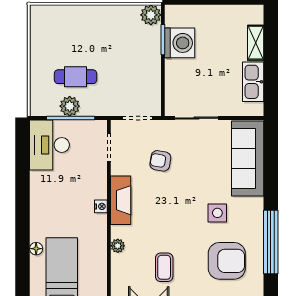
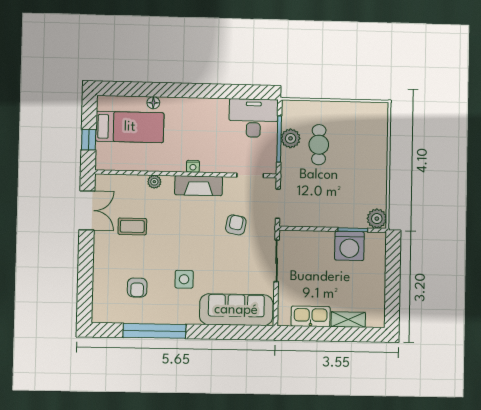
armchair: (227, 261) -> (137, 288), width x0.53, depth x0.53

